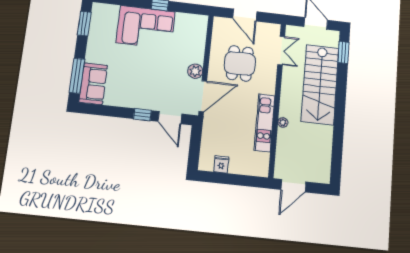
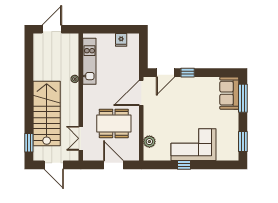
dining table: (240, 63) -> (114, 123), width x1.38
plant: (195, 71) -> (149, 142), moved
door: (170, 118) -> (165, 73), swing flipped
kitchen unit: (265, 123) -> (89, 61), moved
door: (293, 186) -> (52, 29), moved

